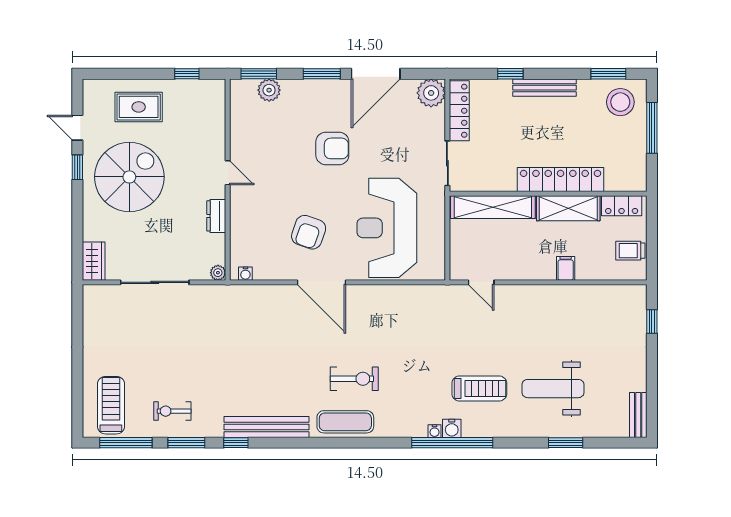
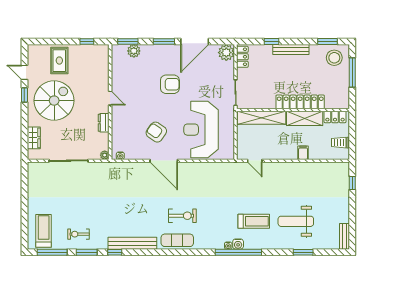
rug: (139, 107) -> (59, 61), turned 90
locker: (459, 111) -> (242, 57), width x0.66
armchair: (309, 232) -> (156, 132), turned 106
wardrobe: (94, 261) -> (34, 138), moved

